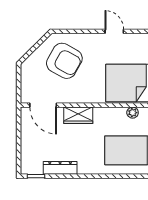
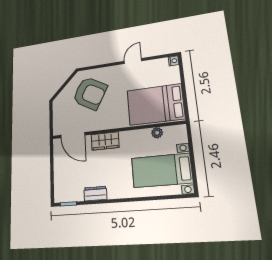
door: (114, 31) -> (133, 61), hinge flipped
dresser: (60, 168) -> (95, 194), width x0.70

